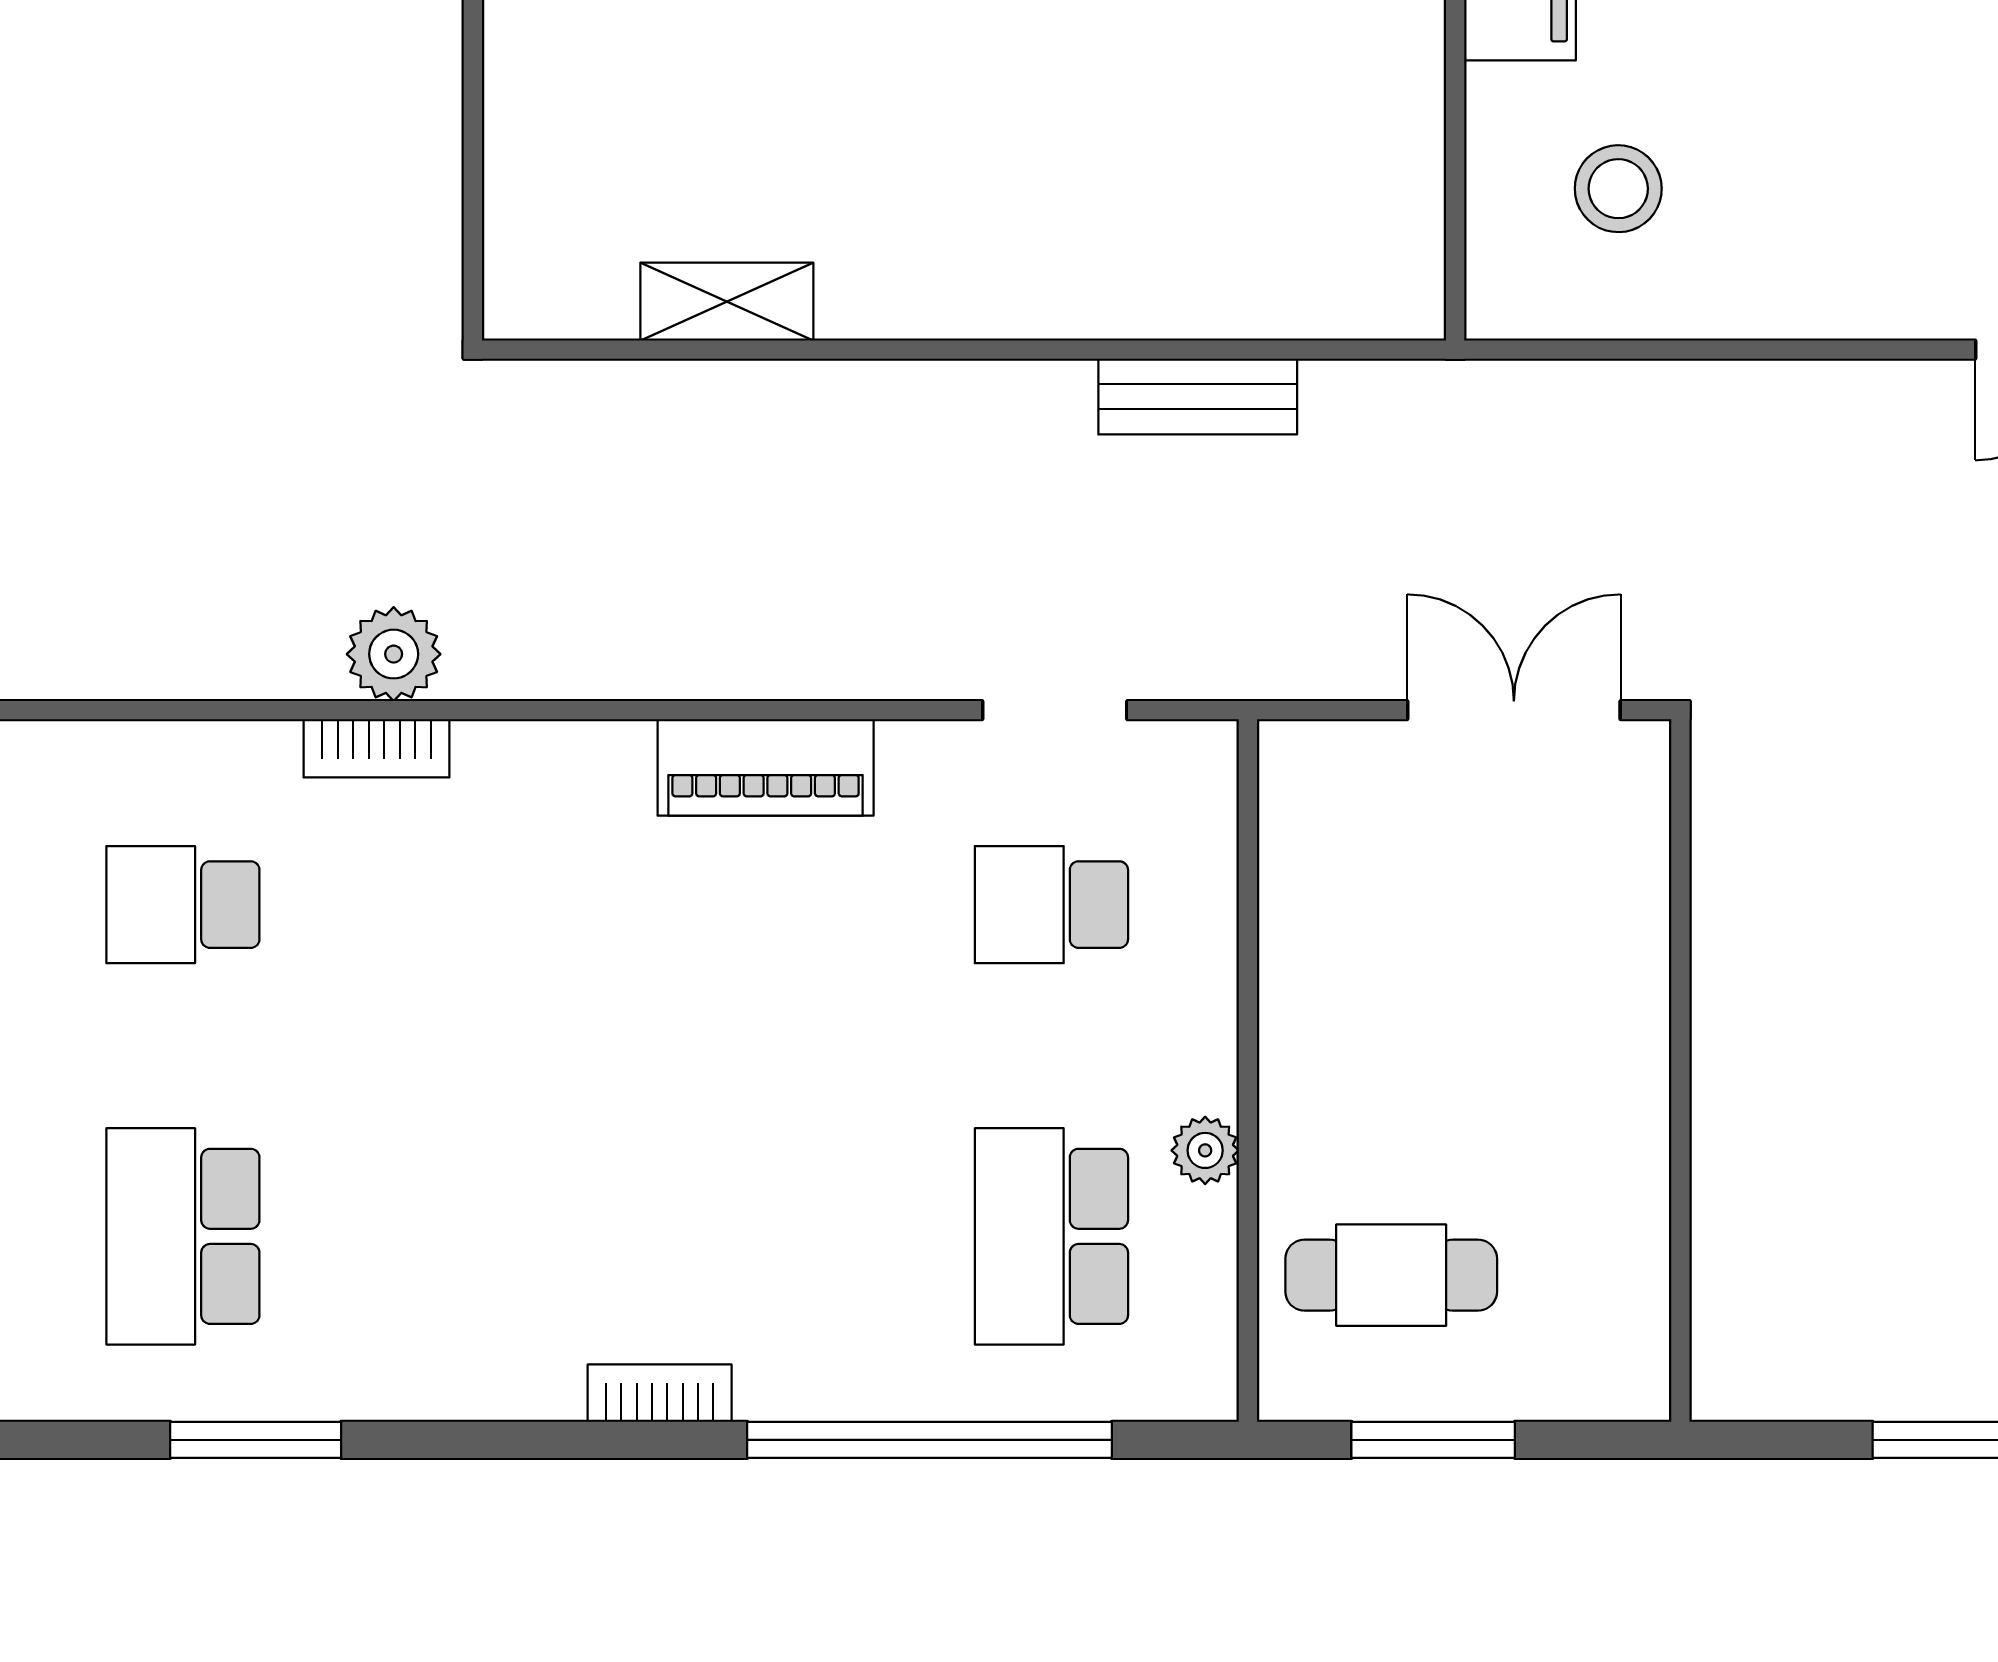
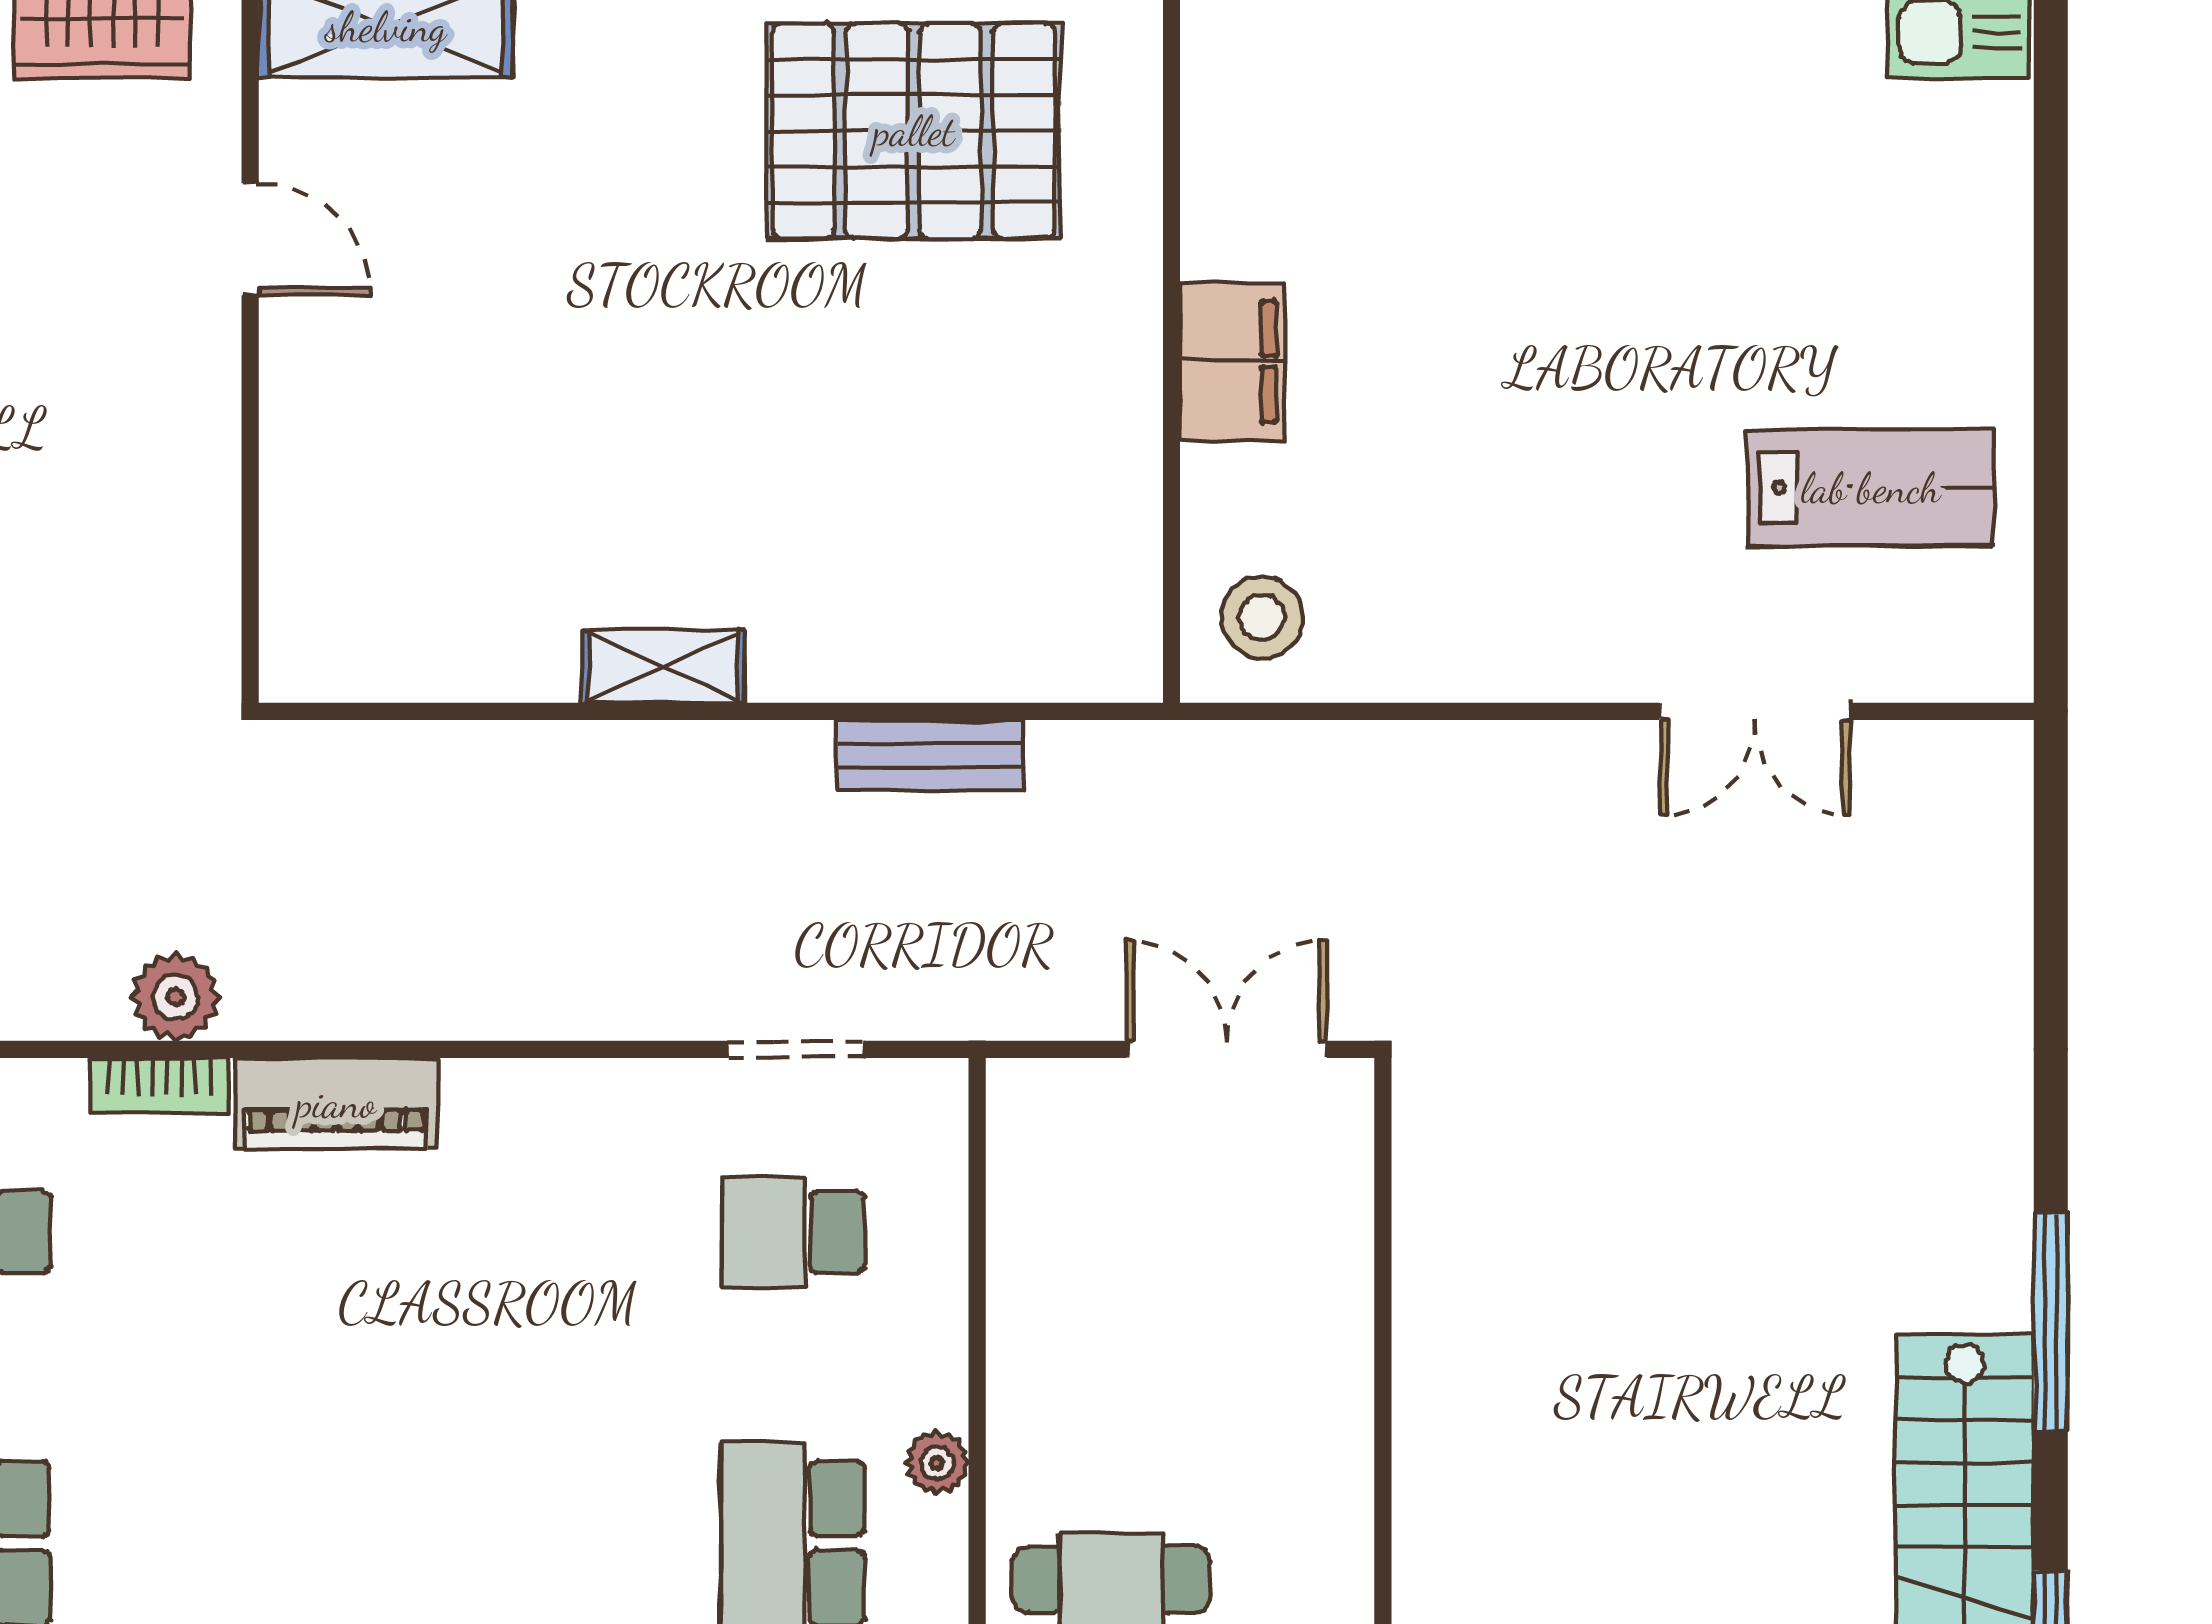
stool: (1618, 189) -> (1262, 617), moved
shelving: (727, 302) -> (663, 666), moved
piano: (766, 767) -> (336, 1103), moved

